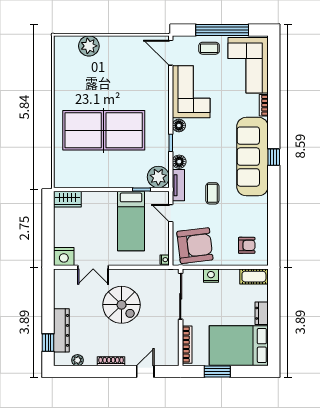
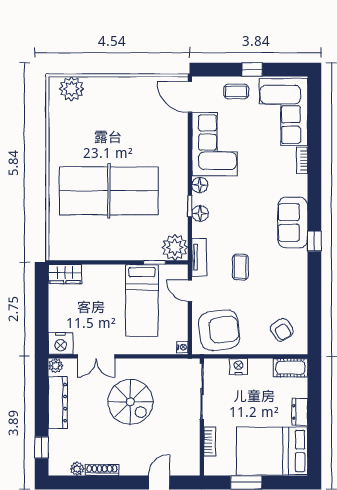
window: (222, 30) -> (252, 70), width x0.32
plant: (89, 46) -> (72, 89), moved
sofa: (252, 157) -> (293, 223), width x0.54, depth x0.79
window: (274, 157) -> (314, 241), moved
floor lamp: (179, 162) -> (200, 214), moved
armchair: (247, 245) -> (282, 330), turned 58
plant: (60, 275) -> (56, 366), added
dresser: (61, 330) -> (58, 403), moved
bookcase: (187, 345) -> (210, 442), width x0.64
shoe rack: (111, 361) -> (102, 470), moved

